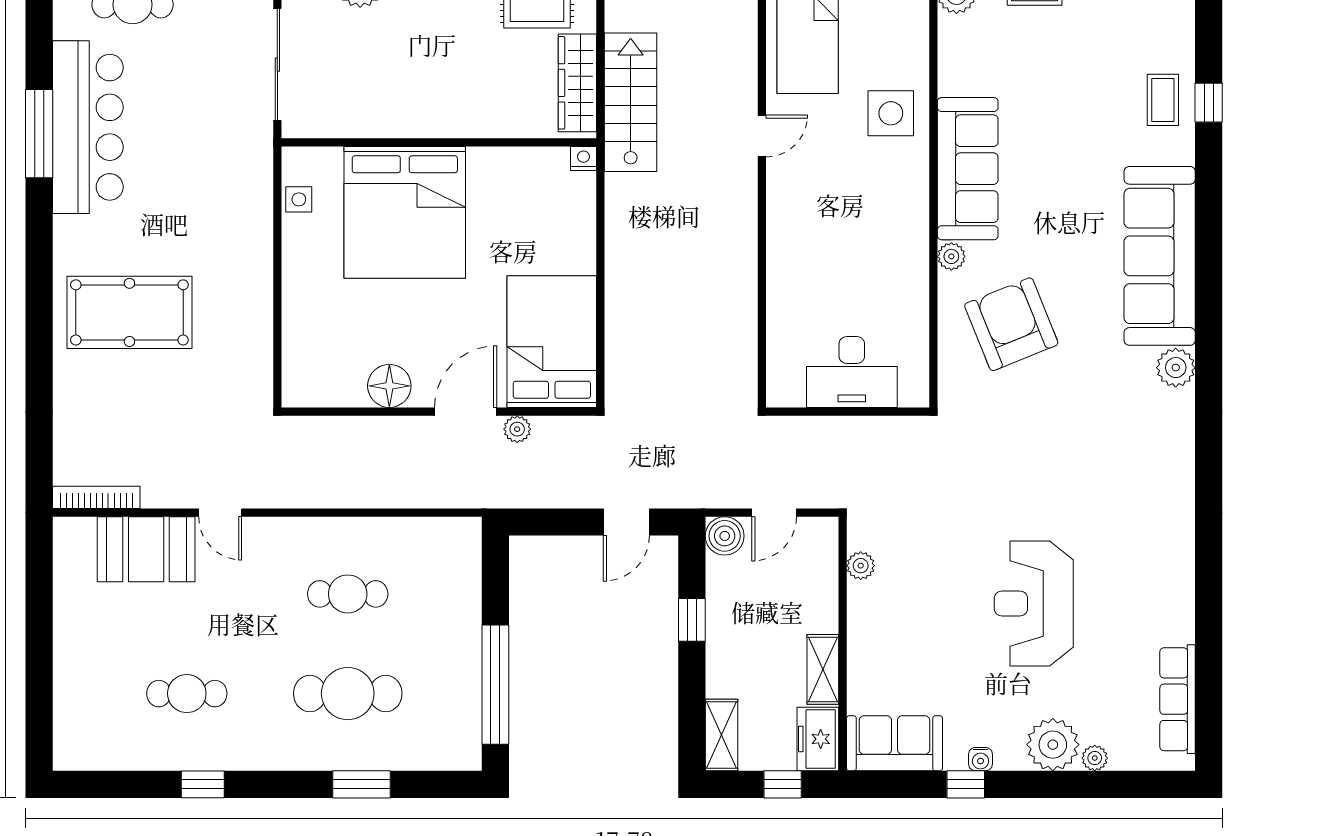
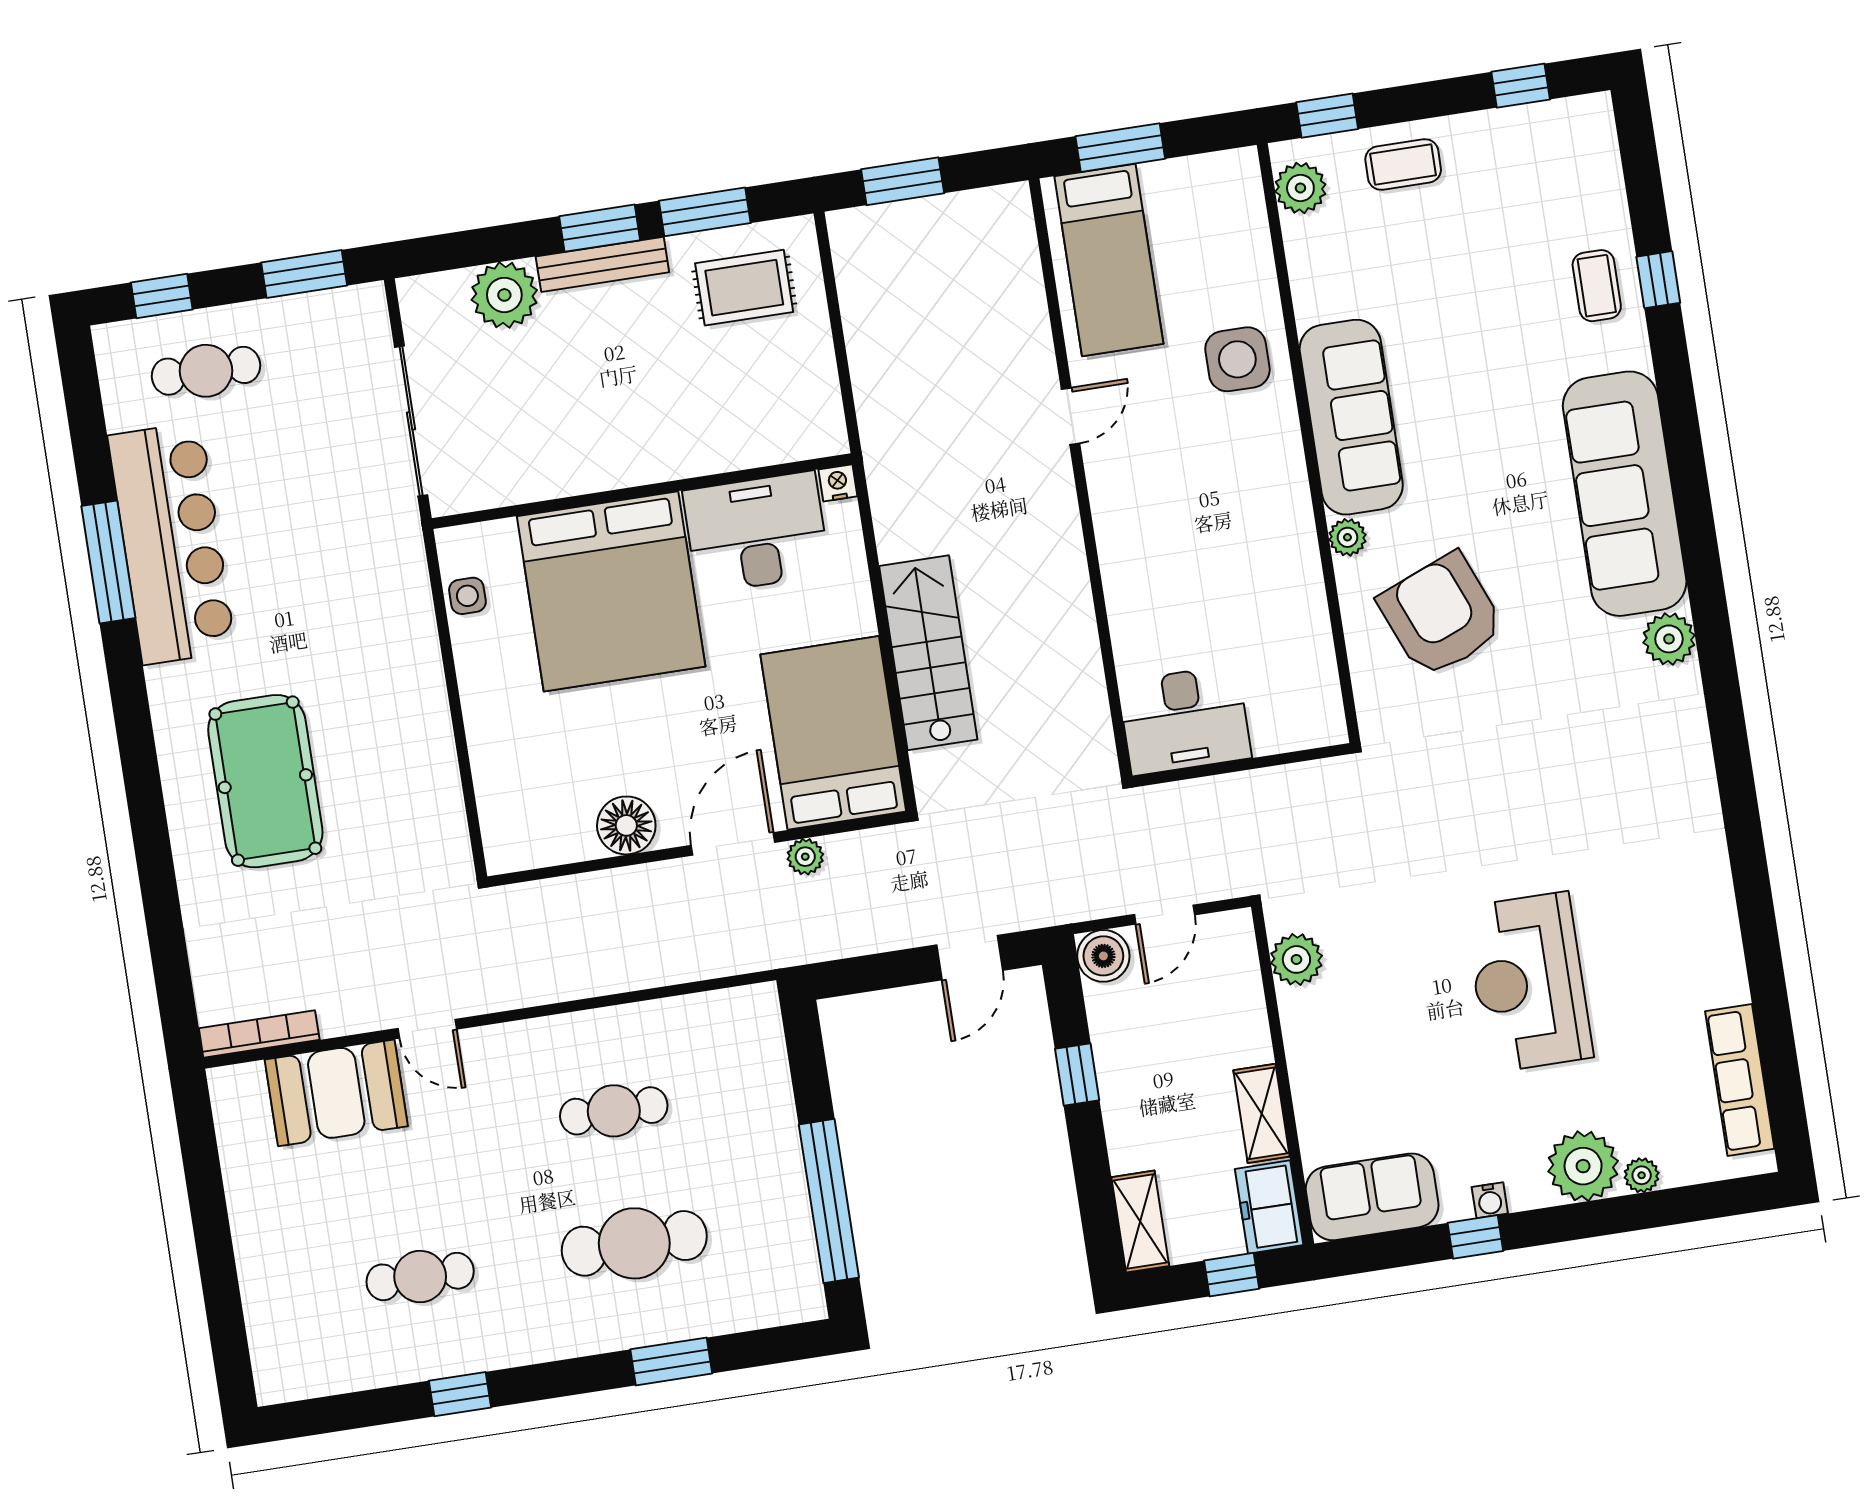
wardrobe: (577, 83) -> (814, 383), removed
stairs: (631, 102) -> (928, 653), moved
desk: (518, 186) -> (756, 532), added
pool table: (129, 312) -> (265, 781), turned 90
desk: (852, 372) -> (1185, 720), moved
plant: (861, 566) -> (1296, 959), width x1.38, depth x1.38

